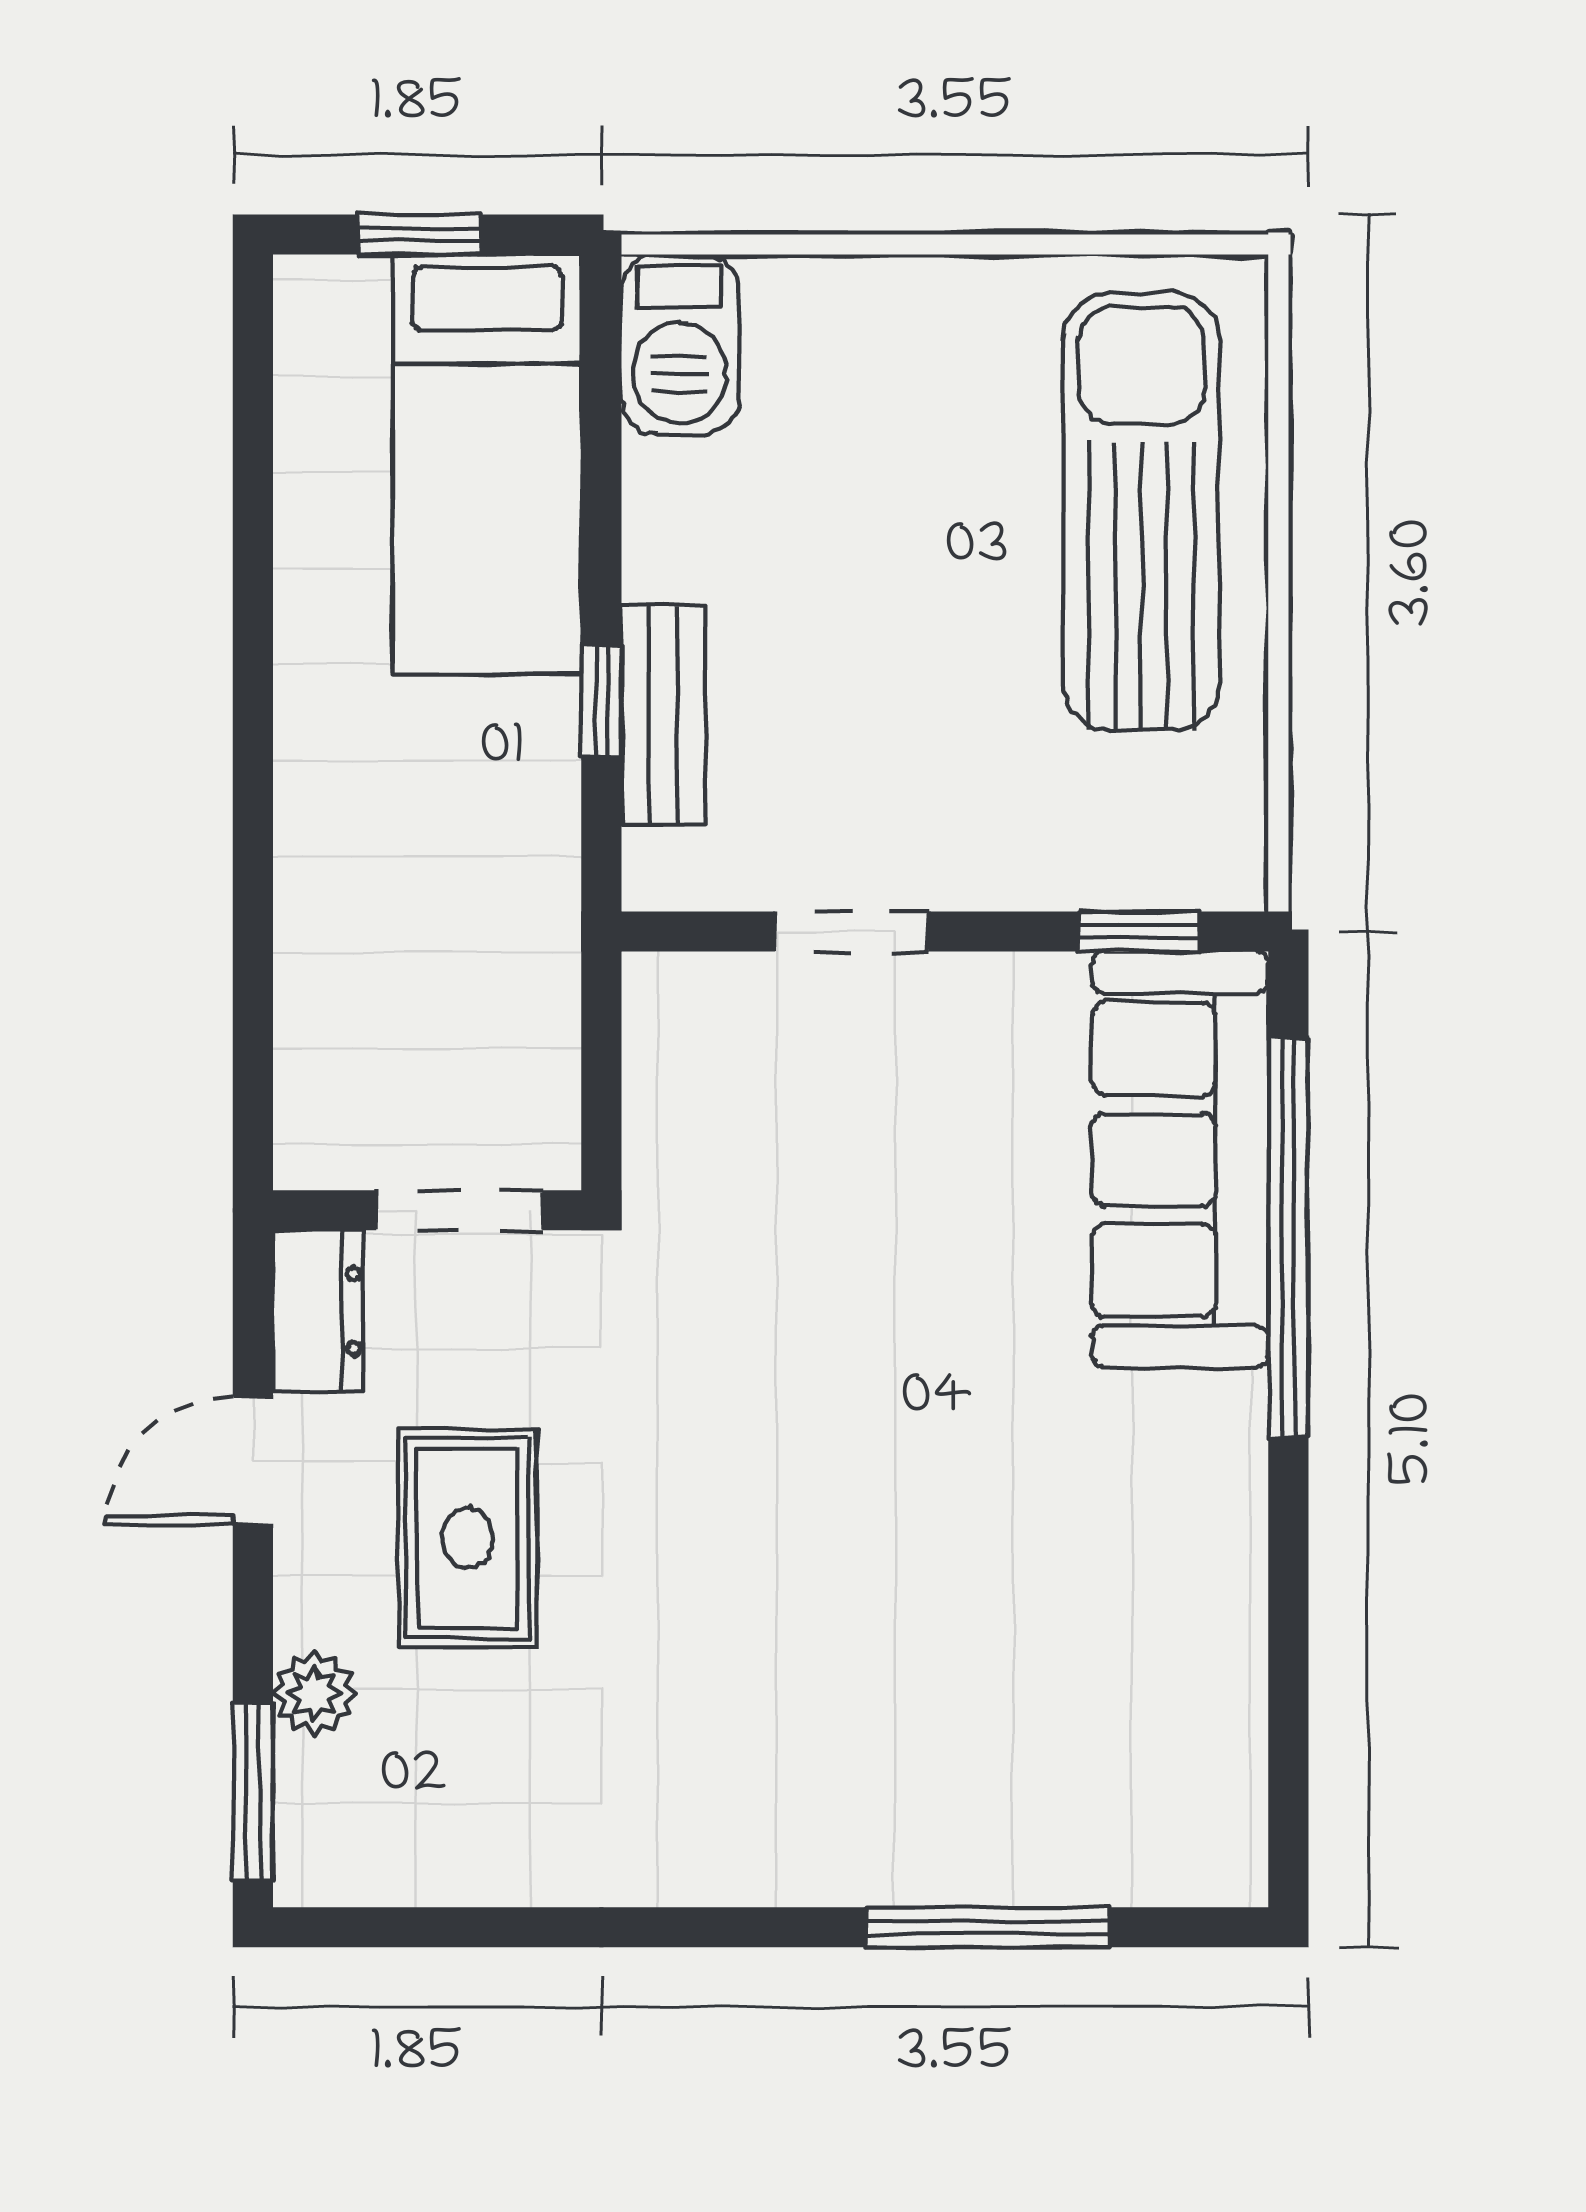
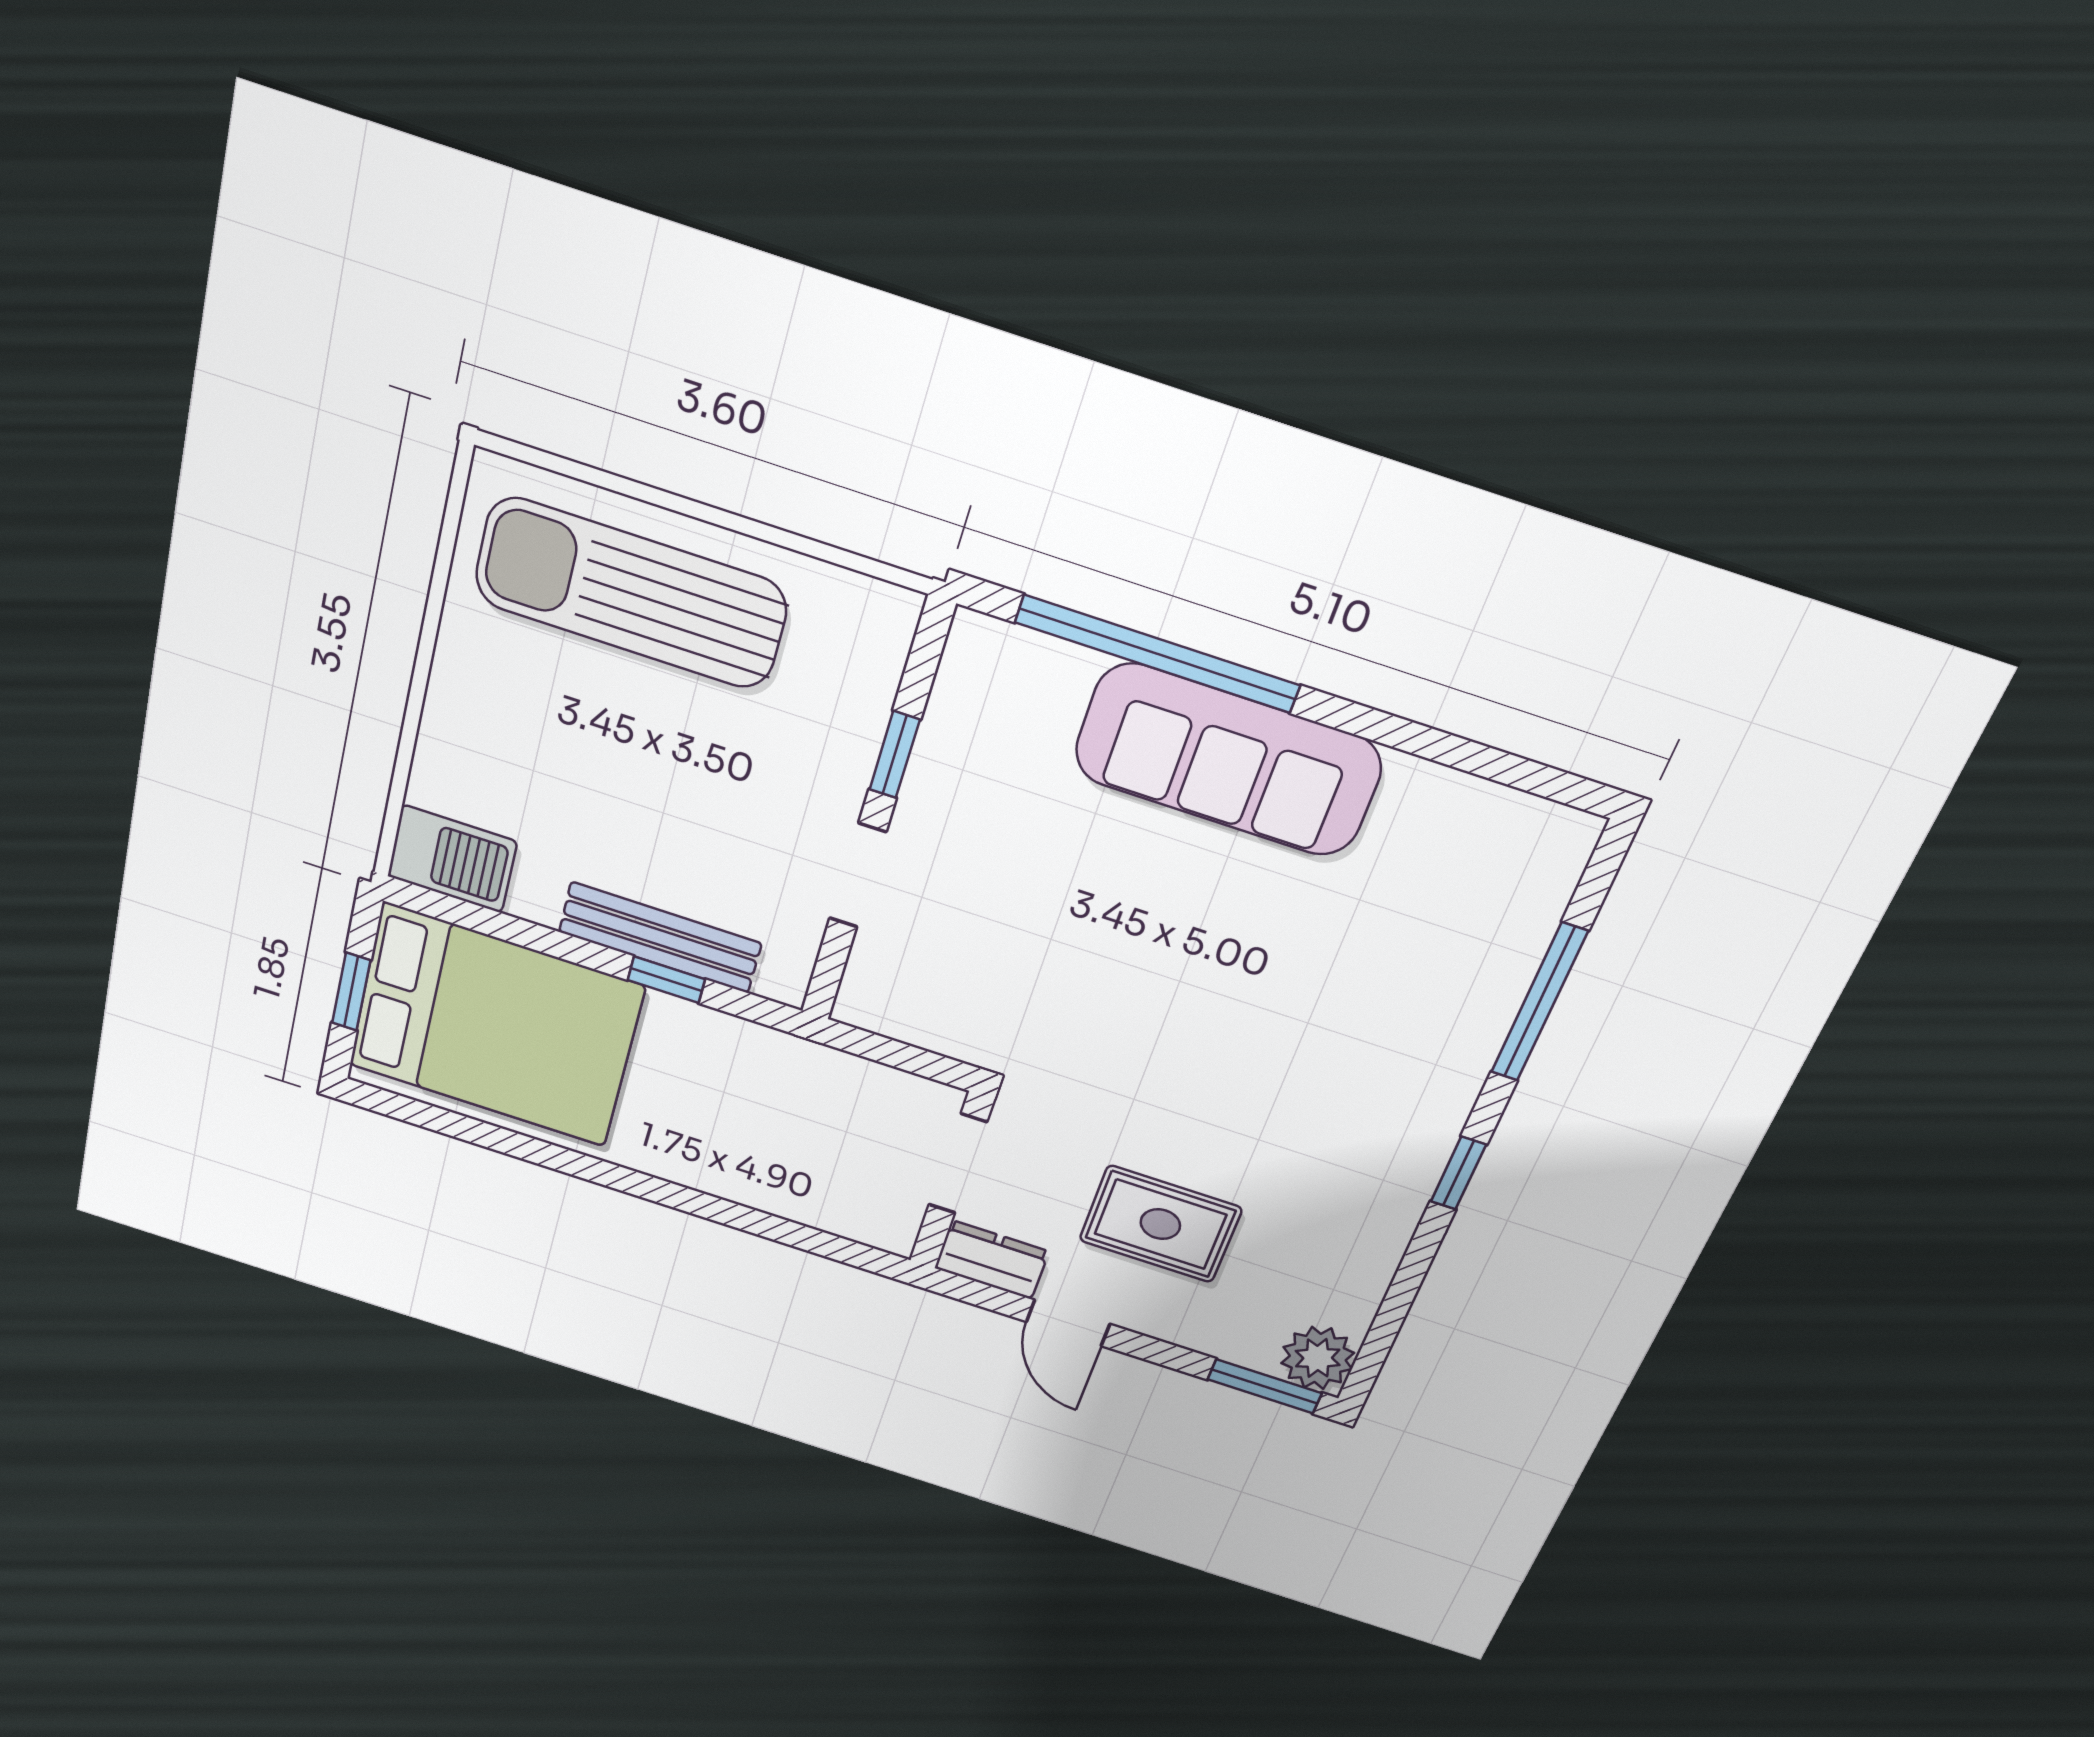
bed: (487, 464) -> (495, 1026), width x1.50
bench: (663, 715) -> (660, 938), width x1.36
window: (1139, 932) -> (895, 755), moved
sofa: (1180, 1159) -> (1228, 760), moved
plant: (315, 1694) -> (1318, 1358), moved, width x1.38, depth x1.38
window: (700, 1927) -> (1458, 1173), added

